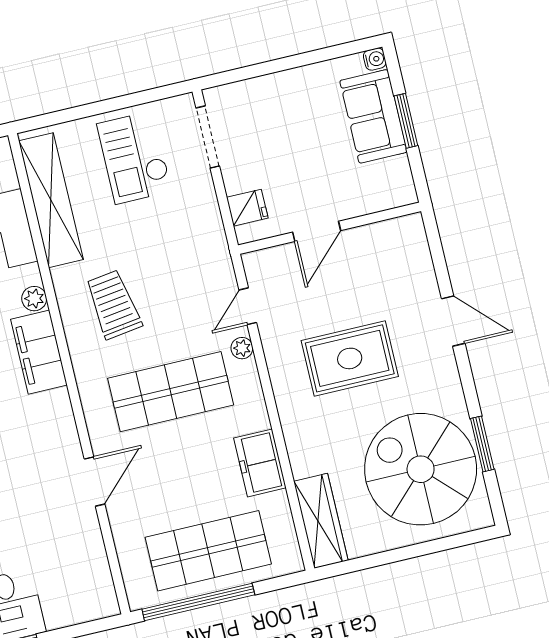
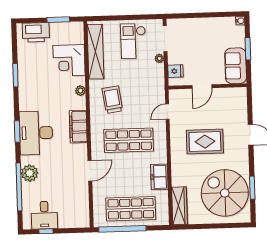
sofa: (373, 116) -> (236, 66), moved
plant: (242, 348) -> (159, 58), moved
filing cabinet: (39, 352) -> (78, 127), moved

